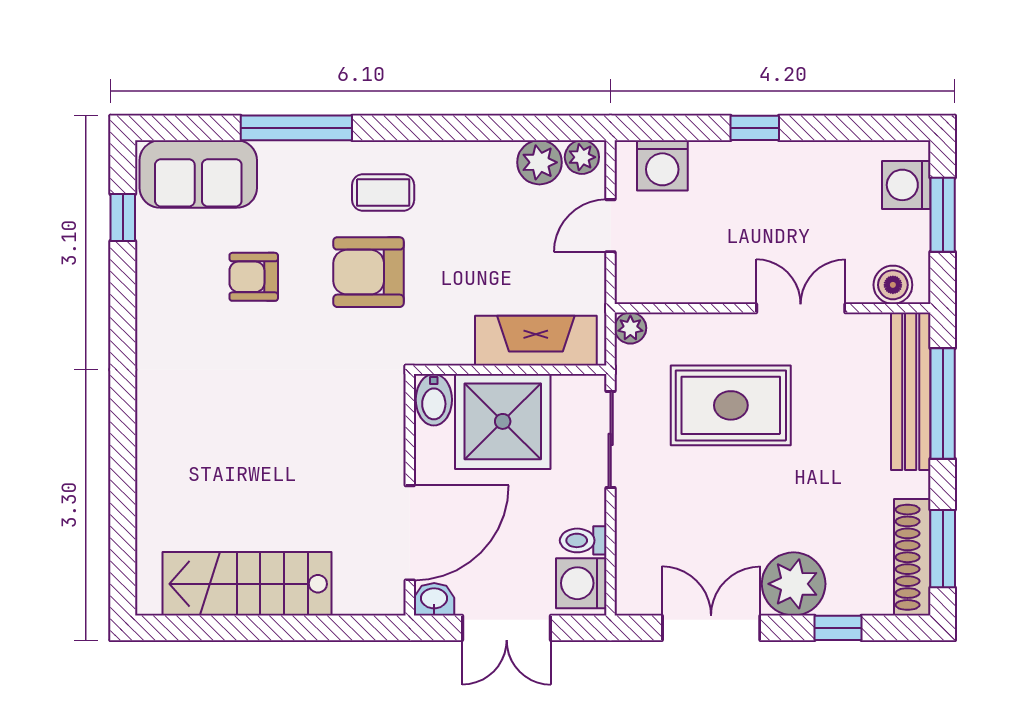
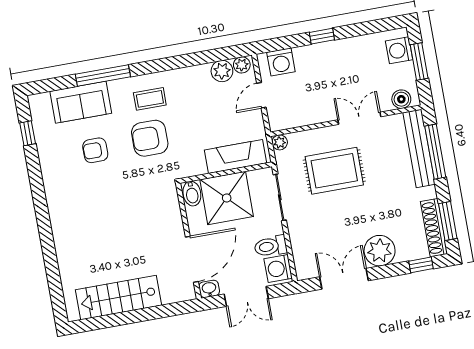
sofa: (198, 174) -> (81, 102), moved
toilet: (583, 540) -> (271, 246), width x1.37, depth x1.39
window: (838, 628) -> (421, 265), moved

